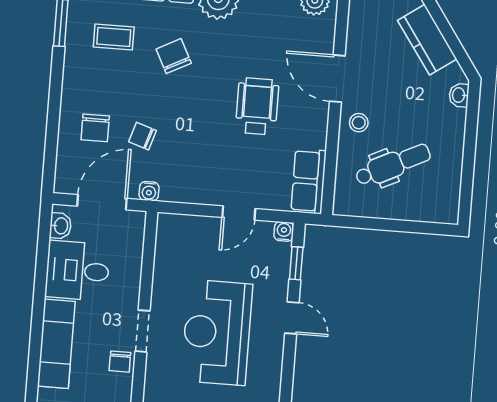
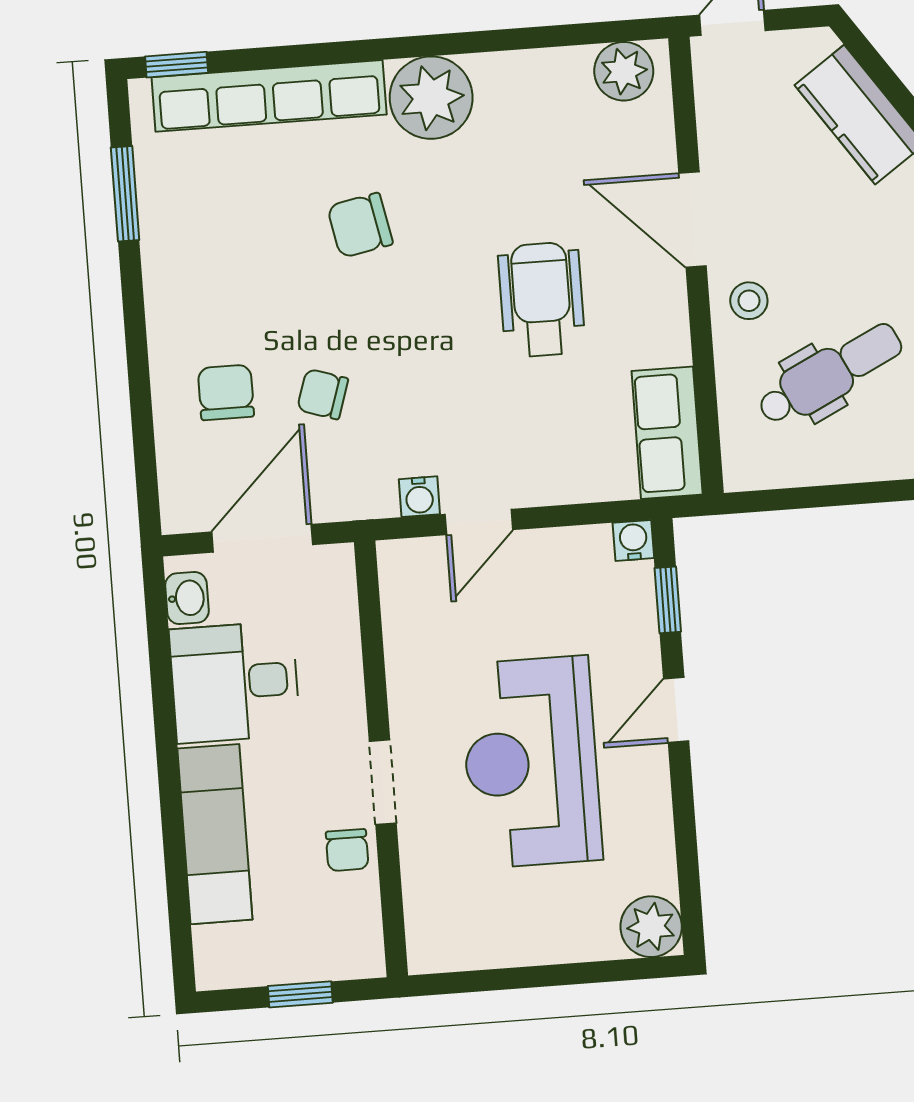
coffee table: (114, 37) -> (235, 206), removed
chair: (174, 56) -> (360, 225), turned -74
chair: (95, 128) -> (226, 392), turned 180
water cooler: (149, 191) -> (419, 497), moved
door: (239, 213) -> (479, 522), moved
door: (292, 318) -> (676, 710), swing flipped

